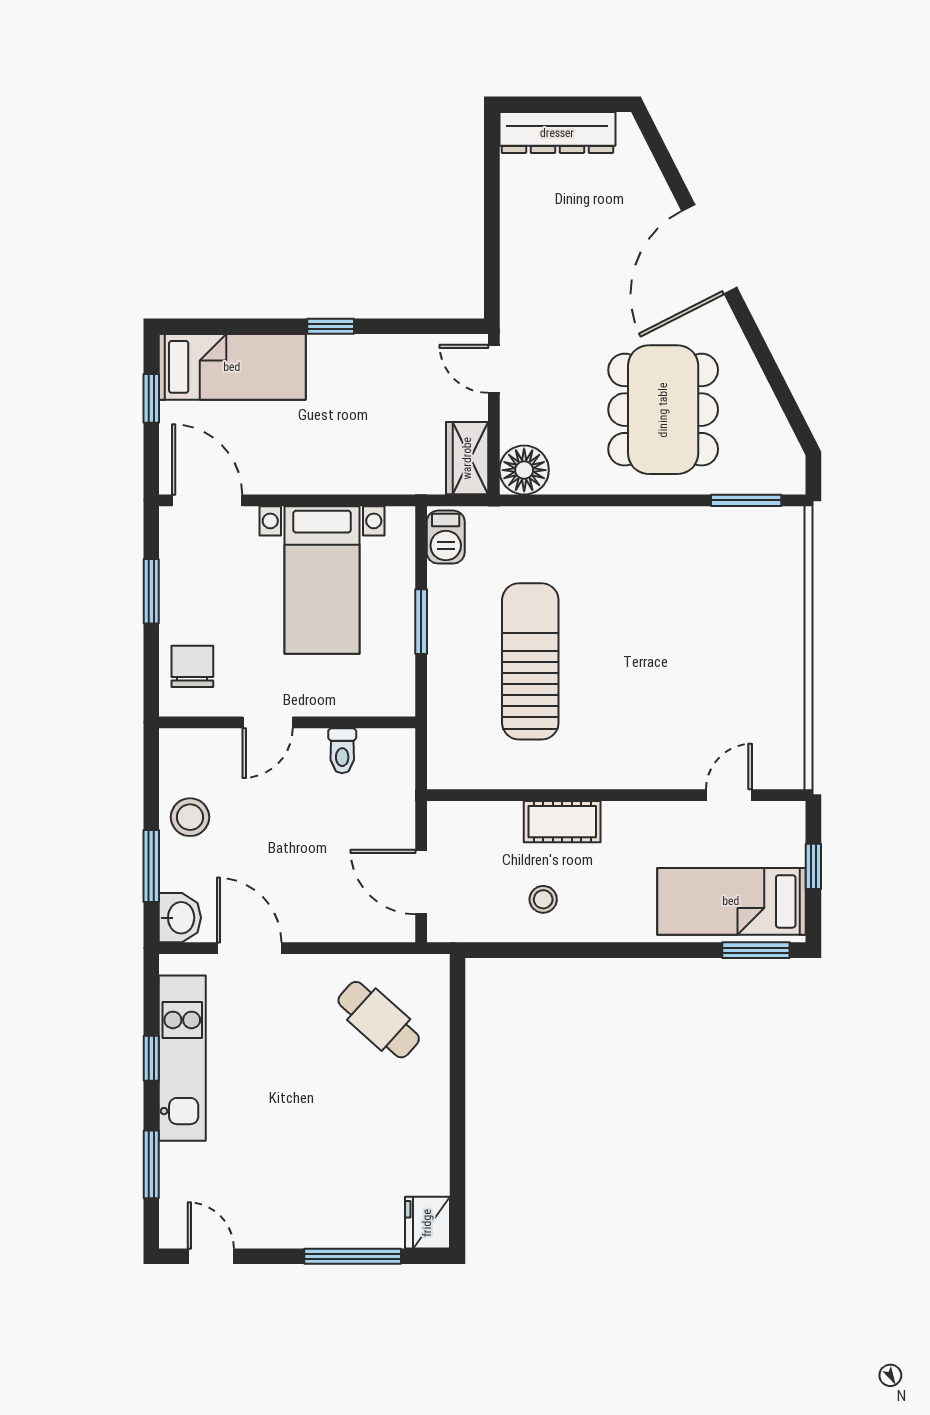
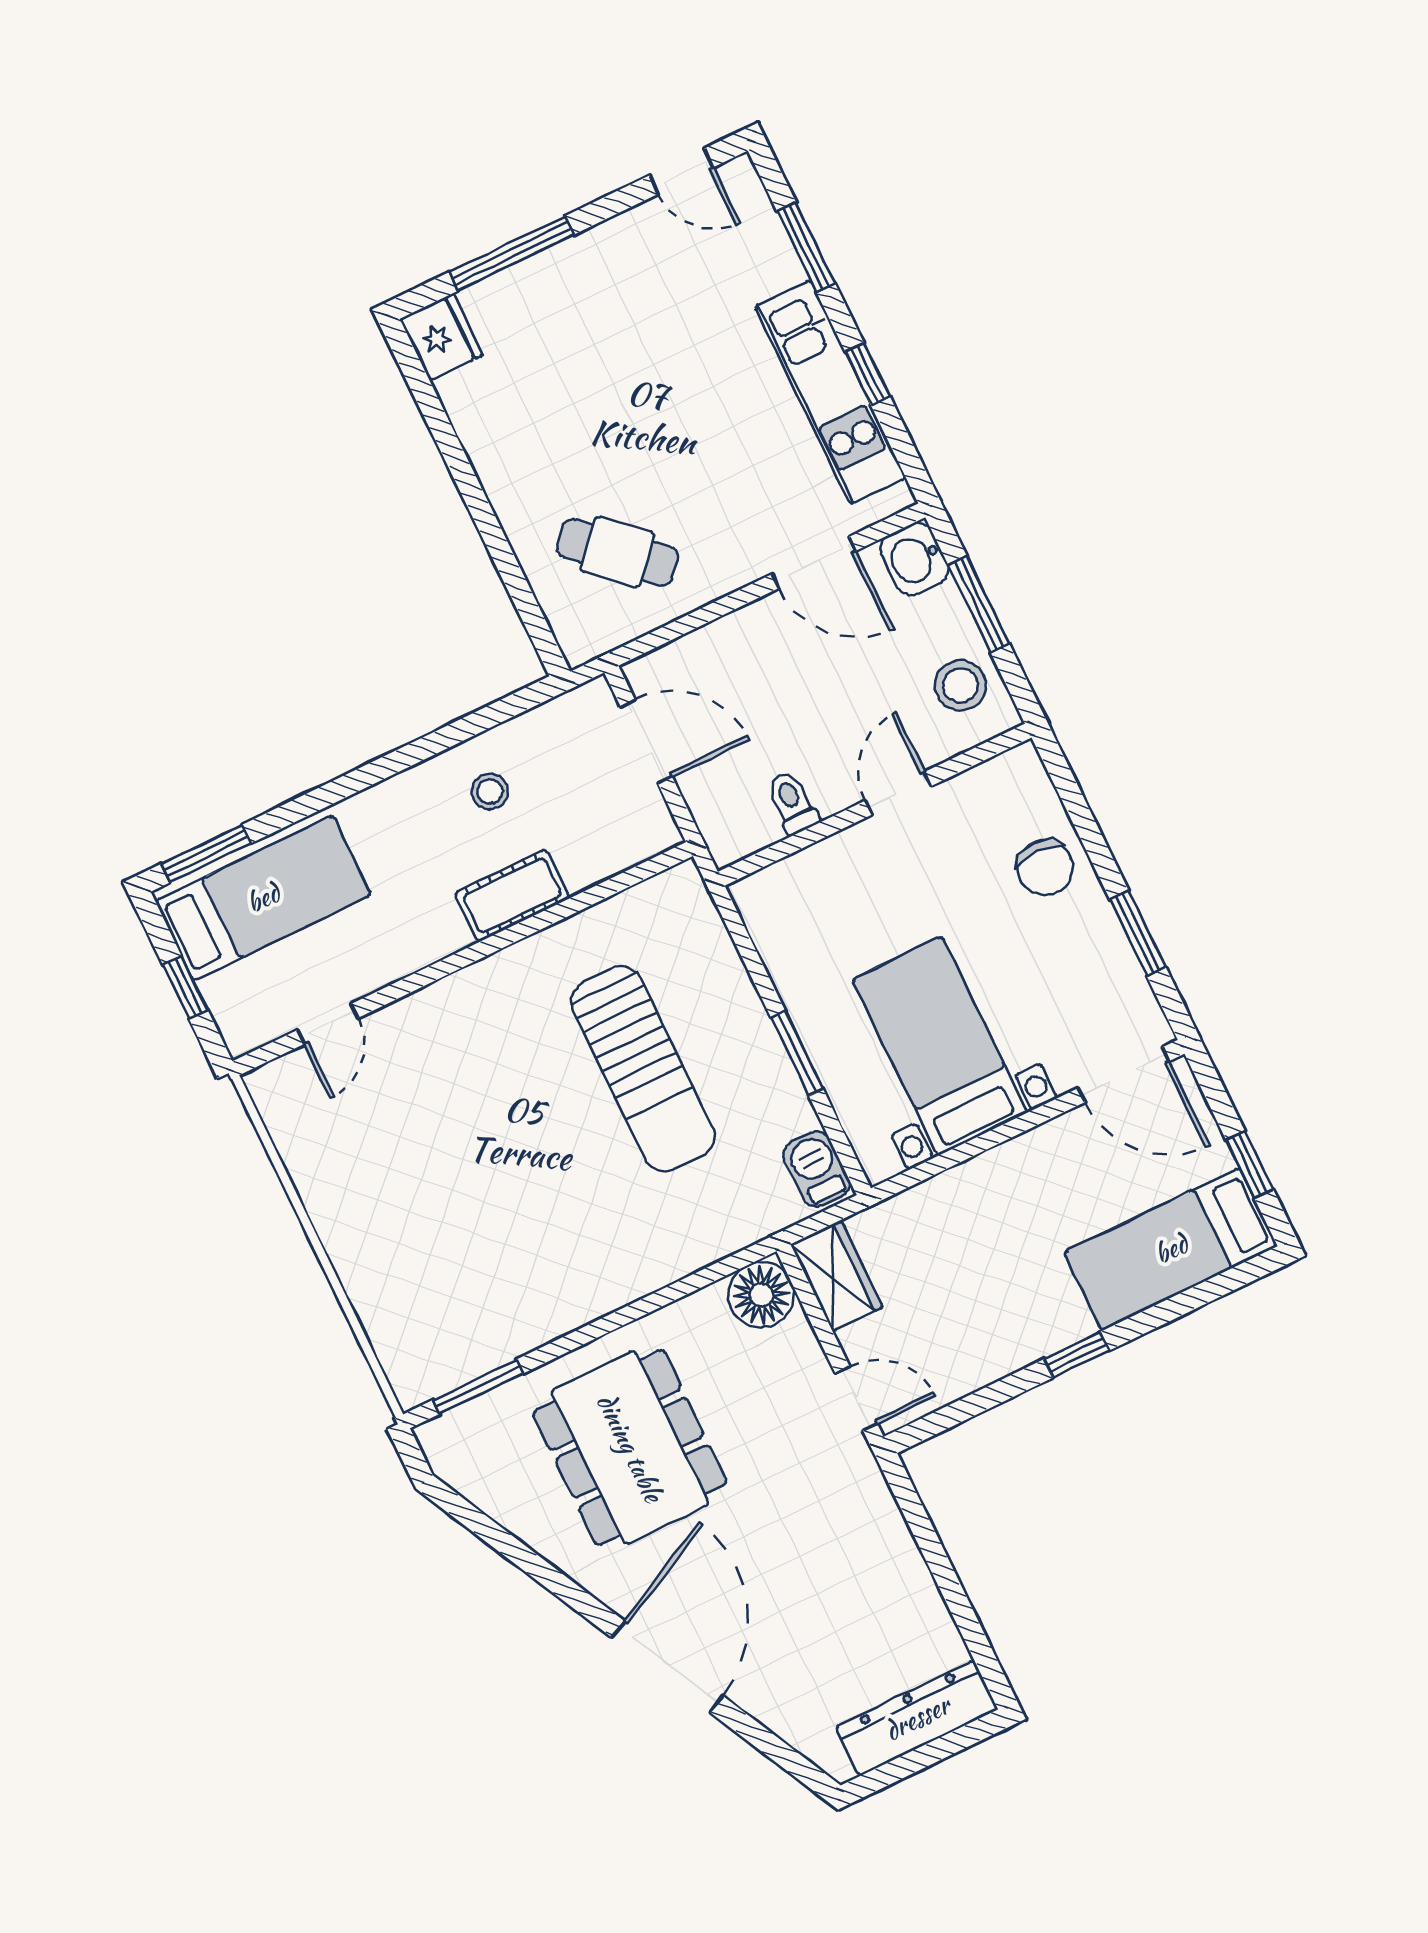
door: (268, 722) -> (898, 793), moved
wall: (287, 722) -> (875, 805), moved
toilet: (342, 751) -> (792, 803), moved

